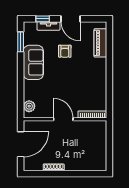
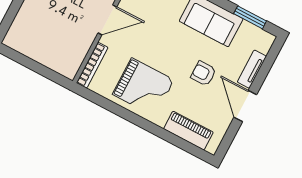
window: (43, 19) -> (266, 66), removed
door: (71, 19) -> (245, 106), hinge flipped
grand piano: (90, 80) -> (143, 87), added

